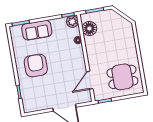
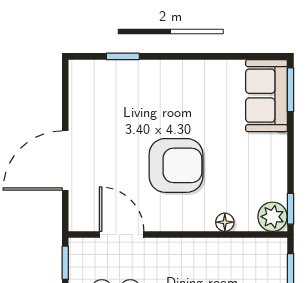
floor lamp: (89, 28) -> (249, 255), removed
sofa: (37, 30) -> (267, 96), moved
armchair: (36, 65) -> (176, 165), moved

